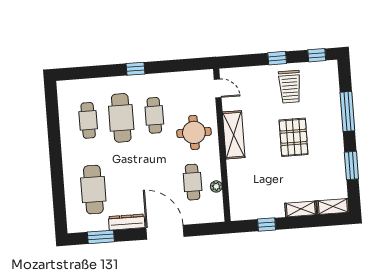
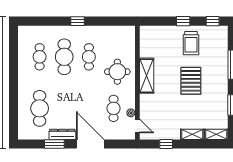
door: (218, 88) -> (137, 126), moved
window: (101, 237) -> (54, 144), moved

